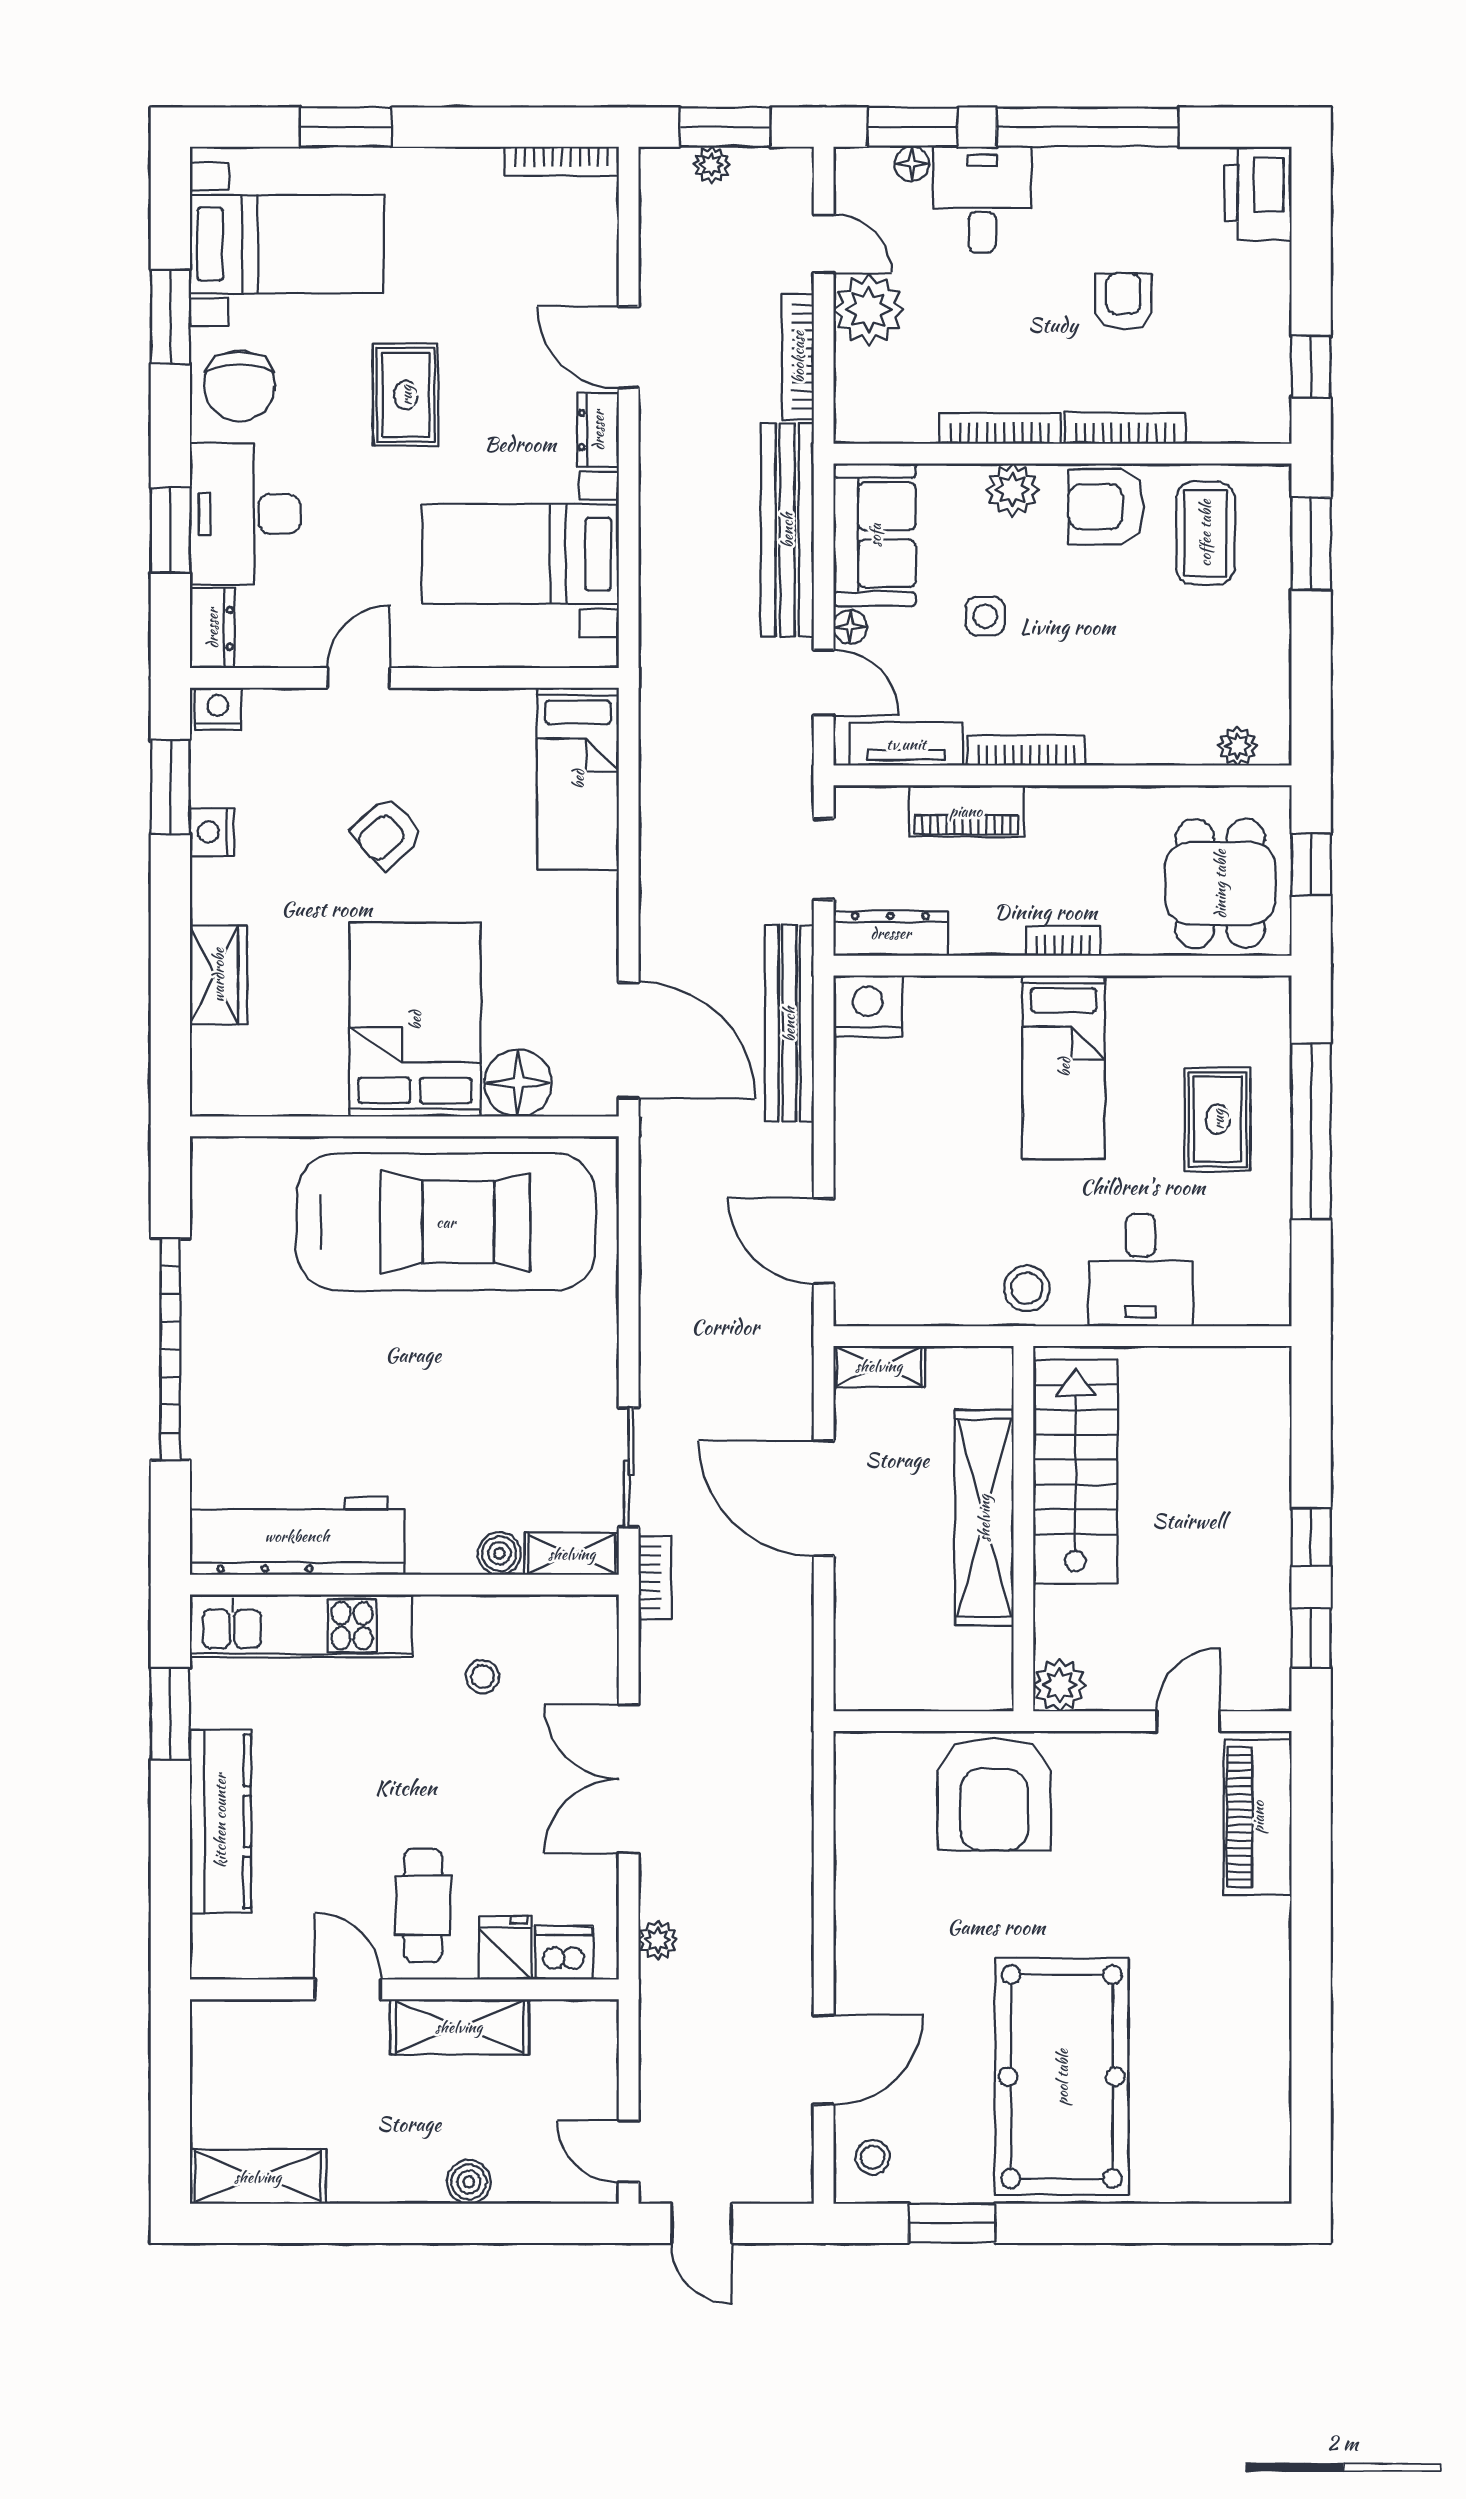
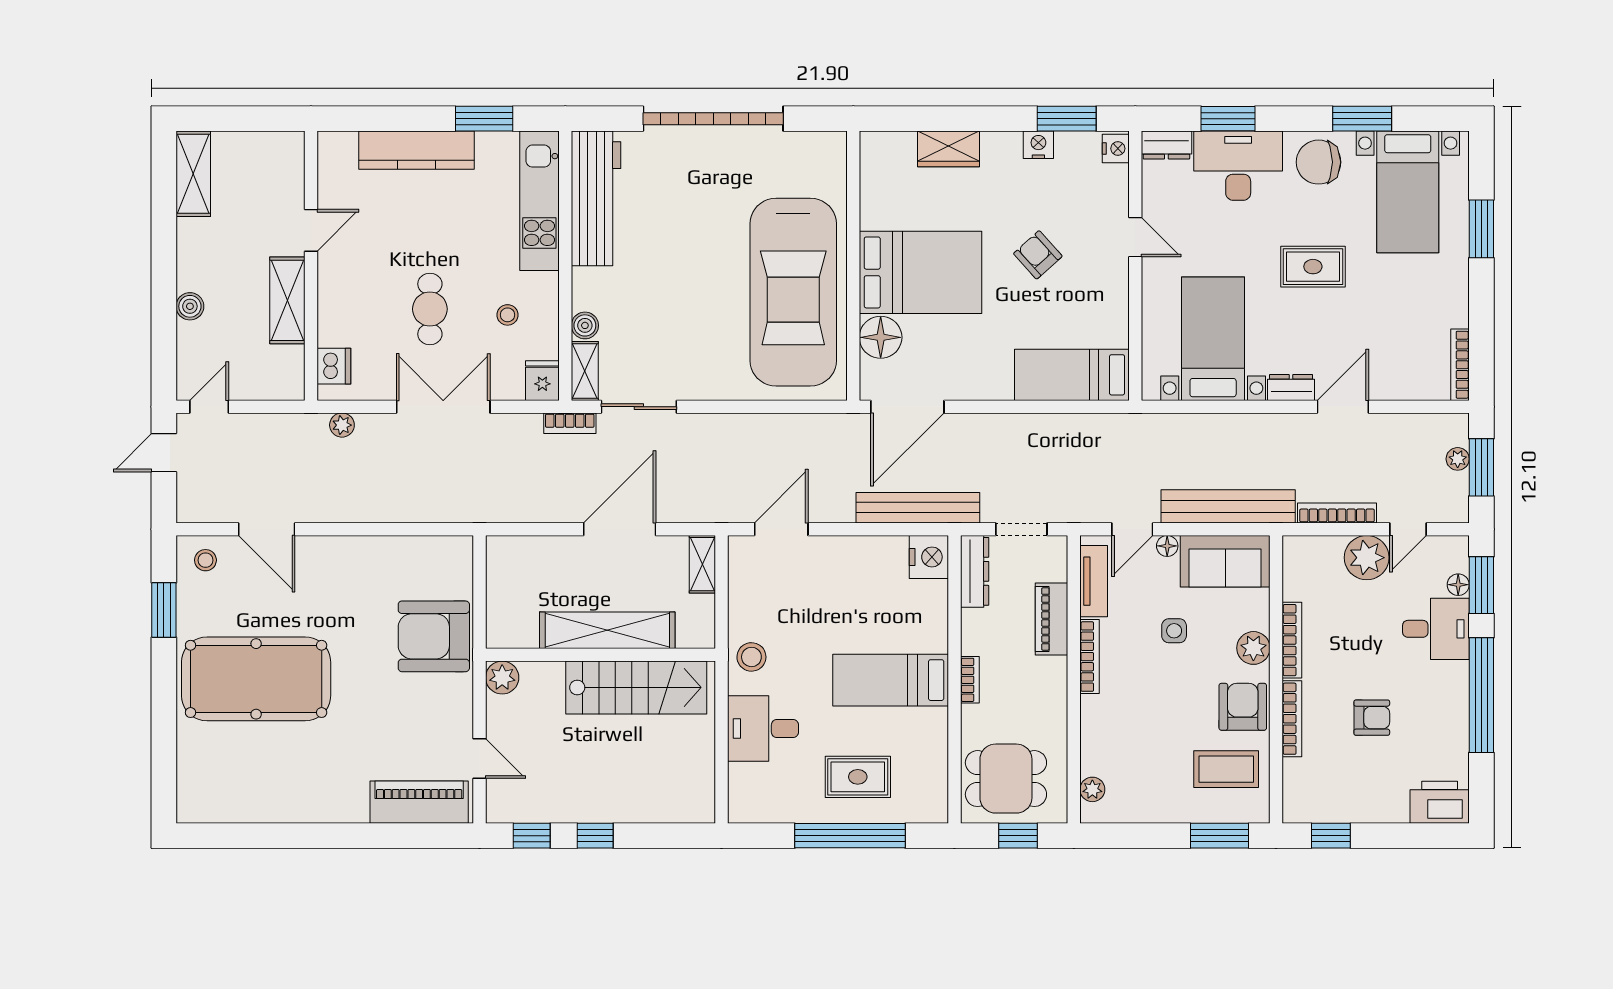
cafe table: (423, 1905) -> (430, 309), moved, turned 90
fridge: (505, 1948) -> (542, 381), moved, turned -90

